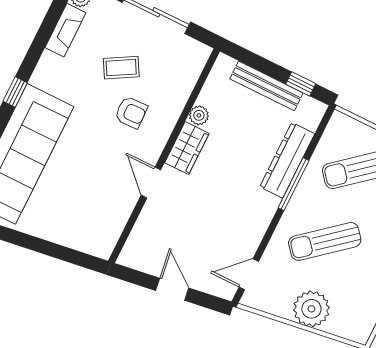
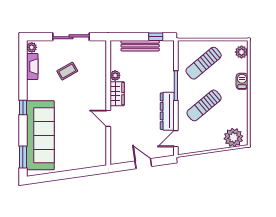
armchair: (131, 112) -> (82, 90), removed
dresser: (287, 160) -> (167, 111), moved
plant: (311, 309) -> (233, 138), moved

